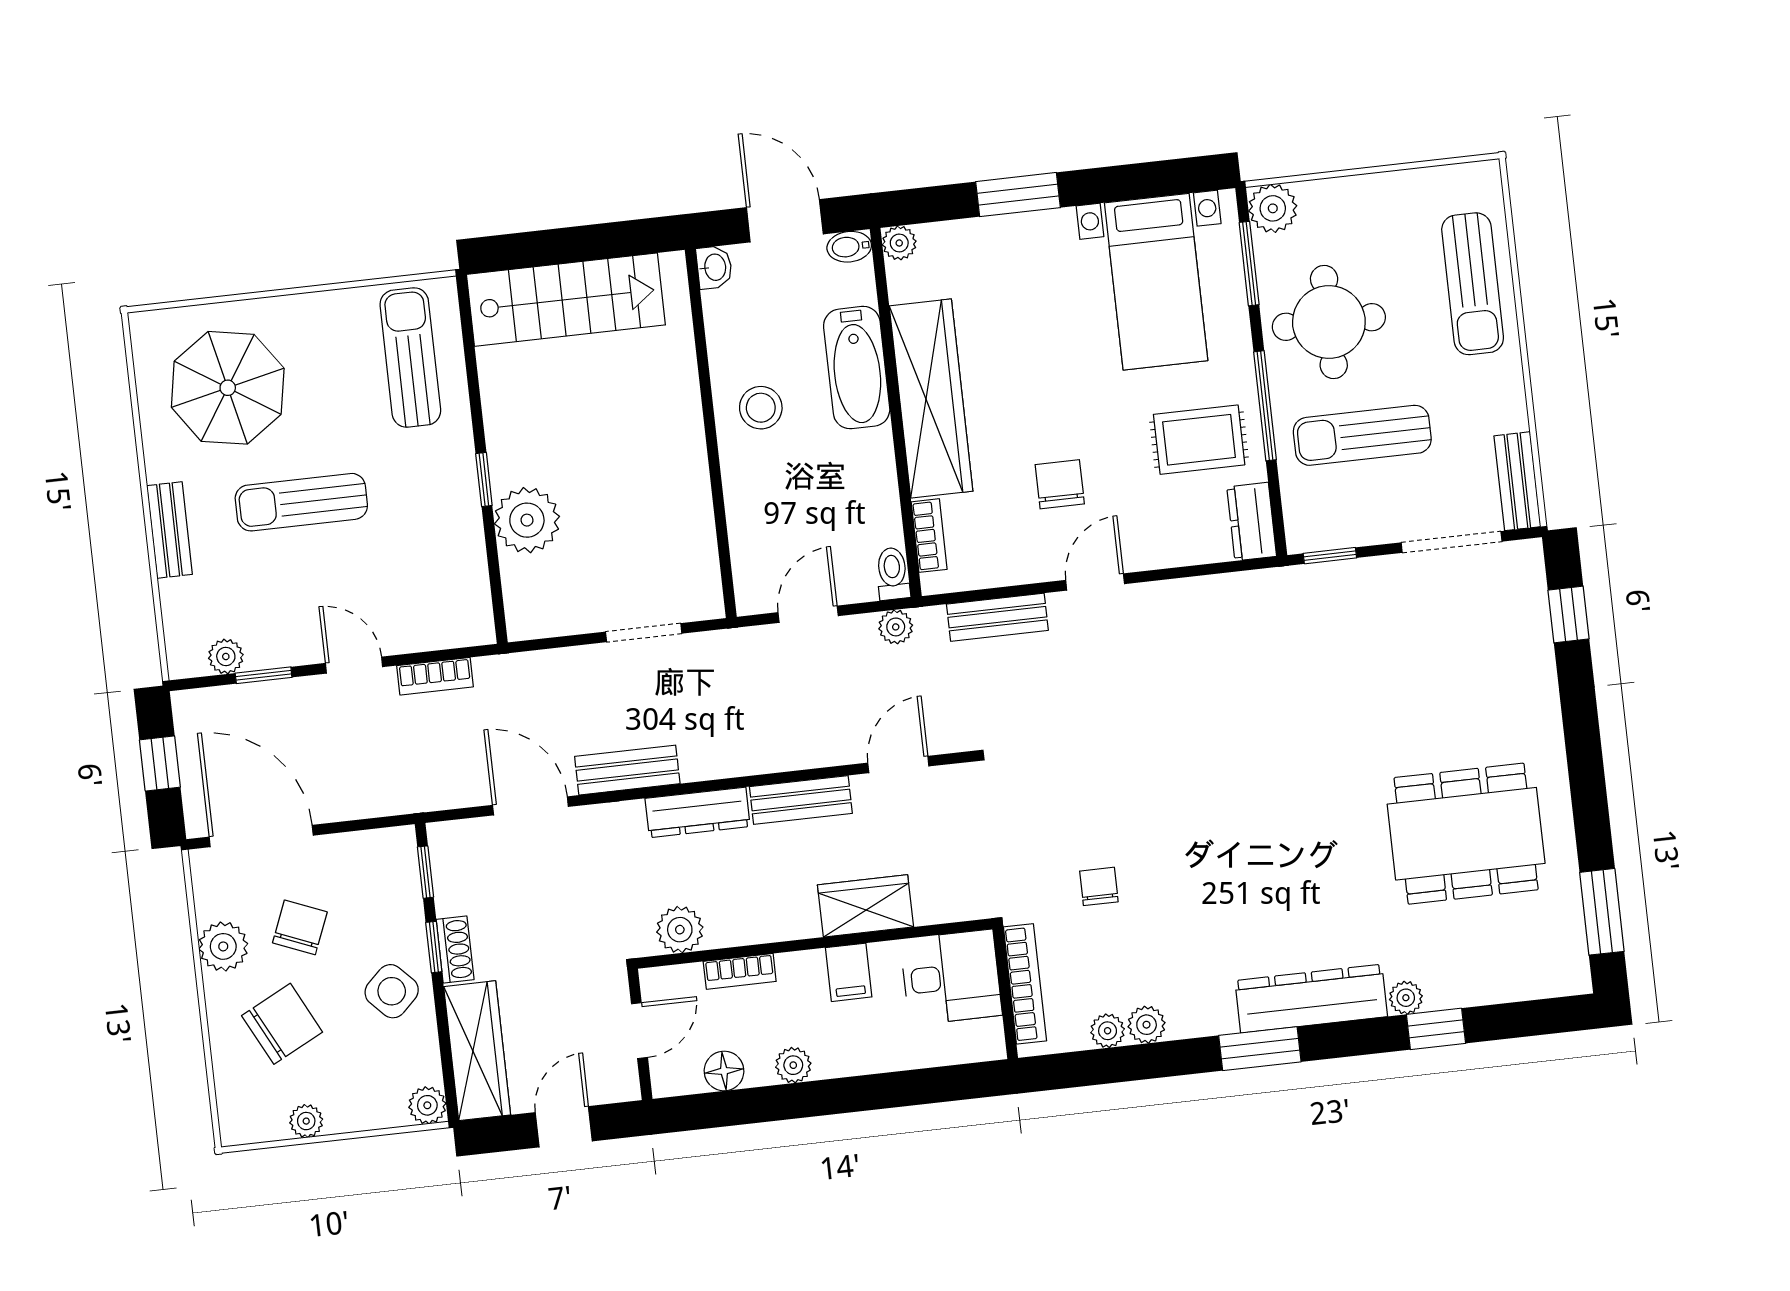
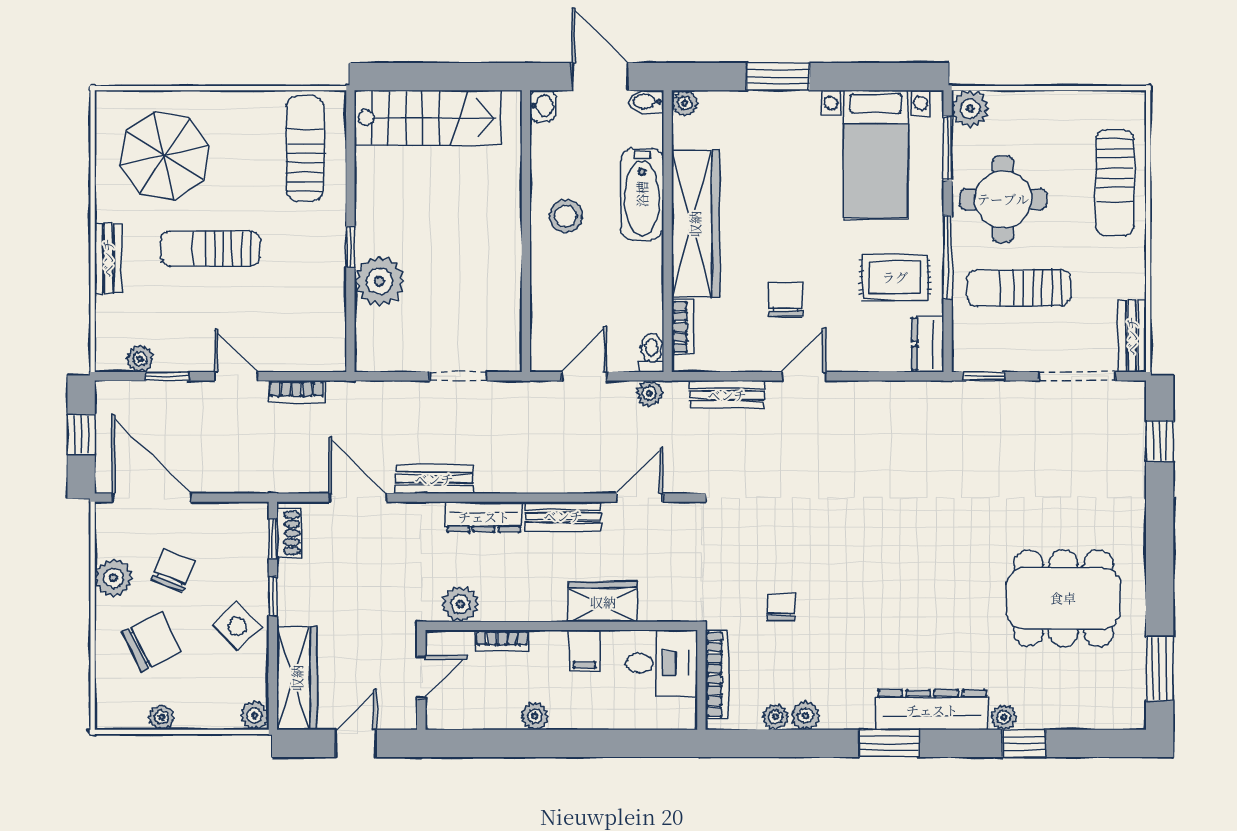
shoe rack: (455, 949) -> (289, 533), moved
floor lamp: (724, 1071) -> (482, 715), removed

